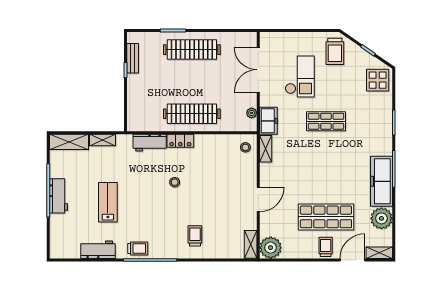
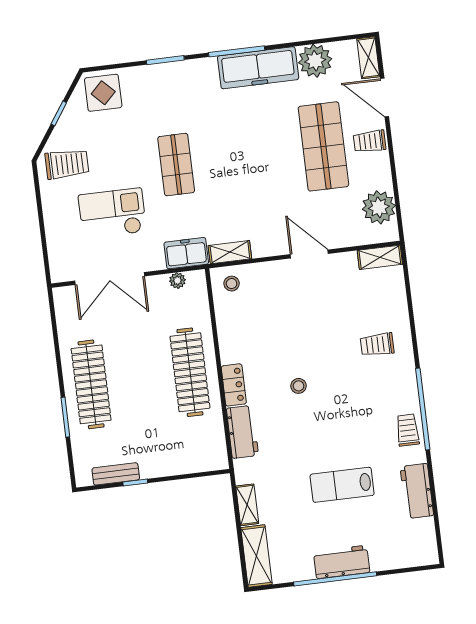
plant: (271, 248) -> (379, 207), moved

